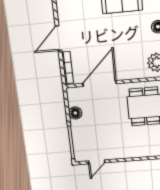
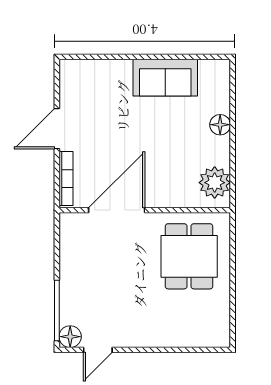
floor lamp: (75, 113) -> (70, 337), moved

